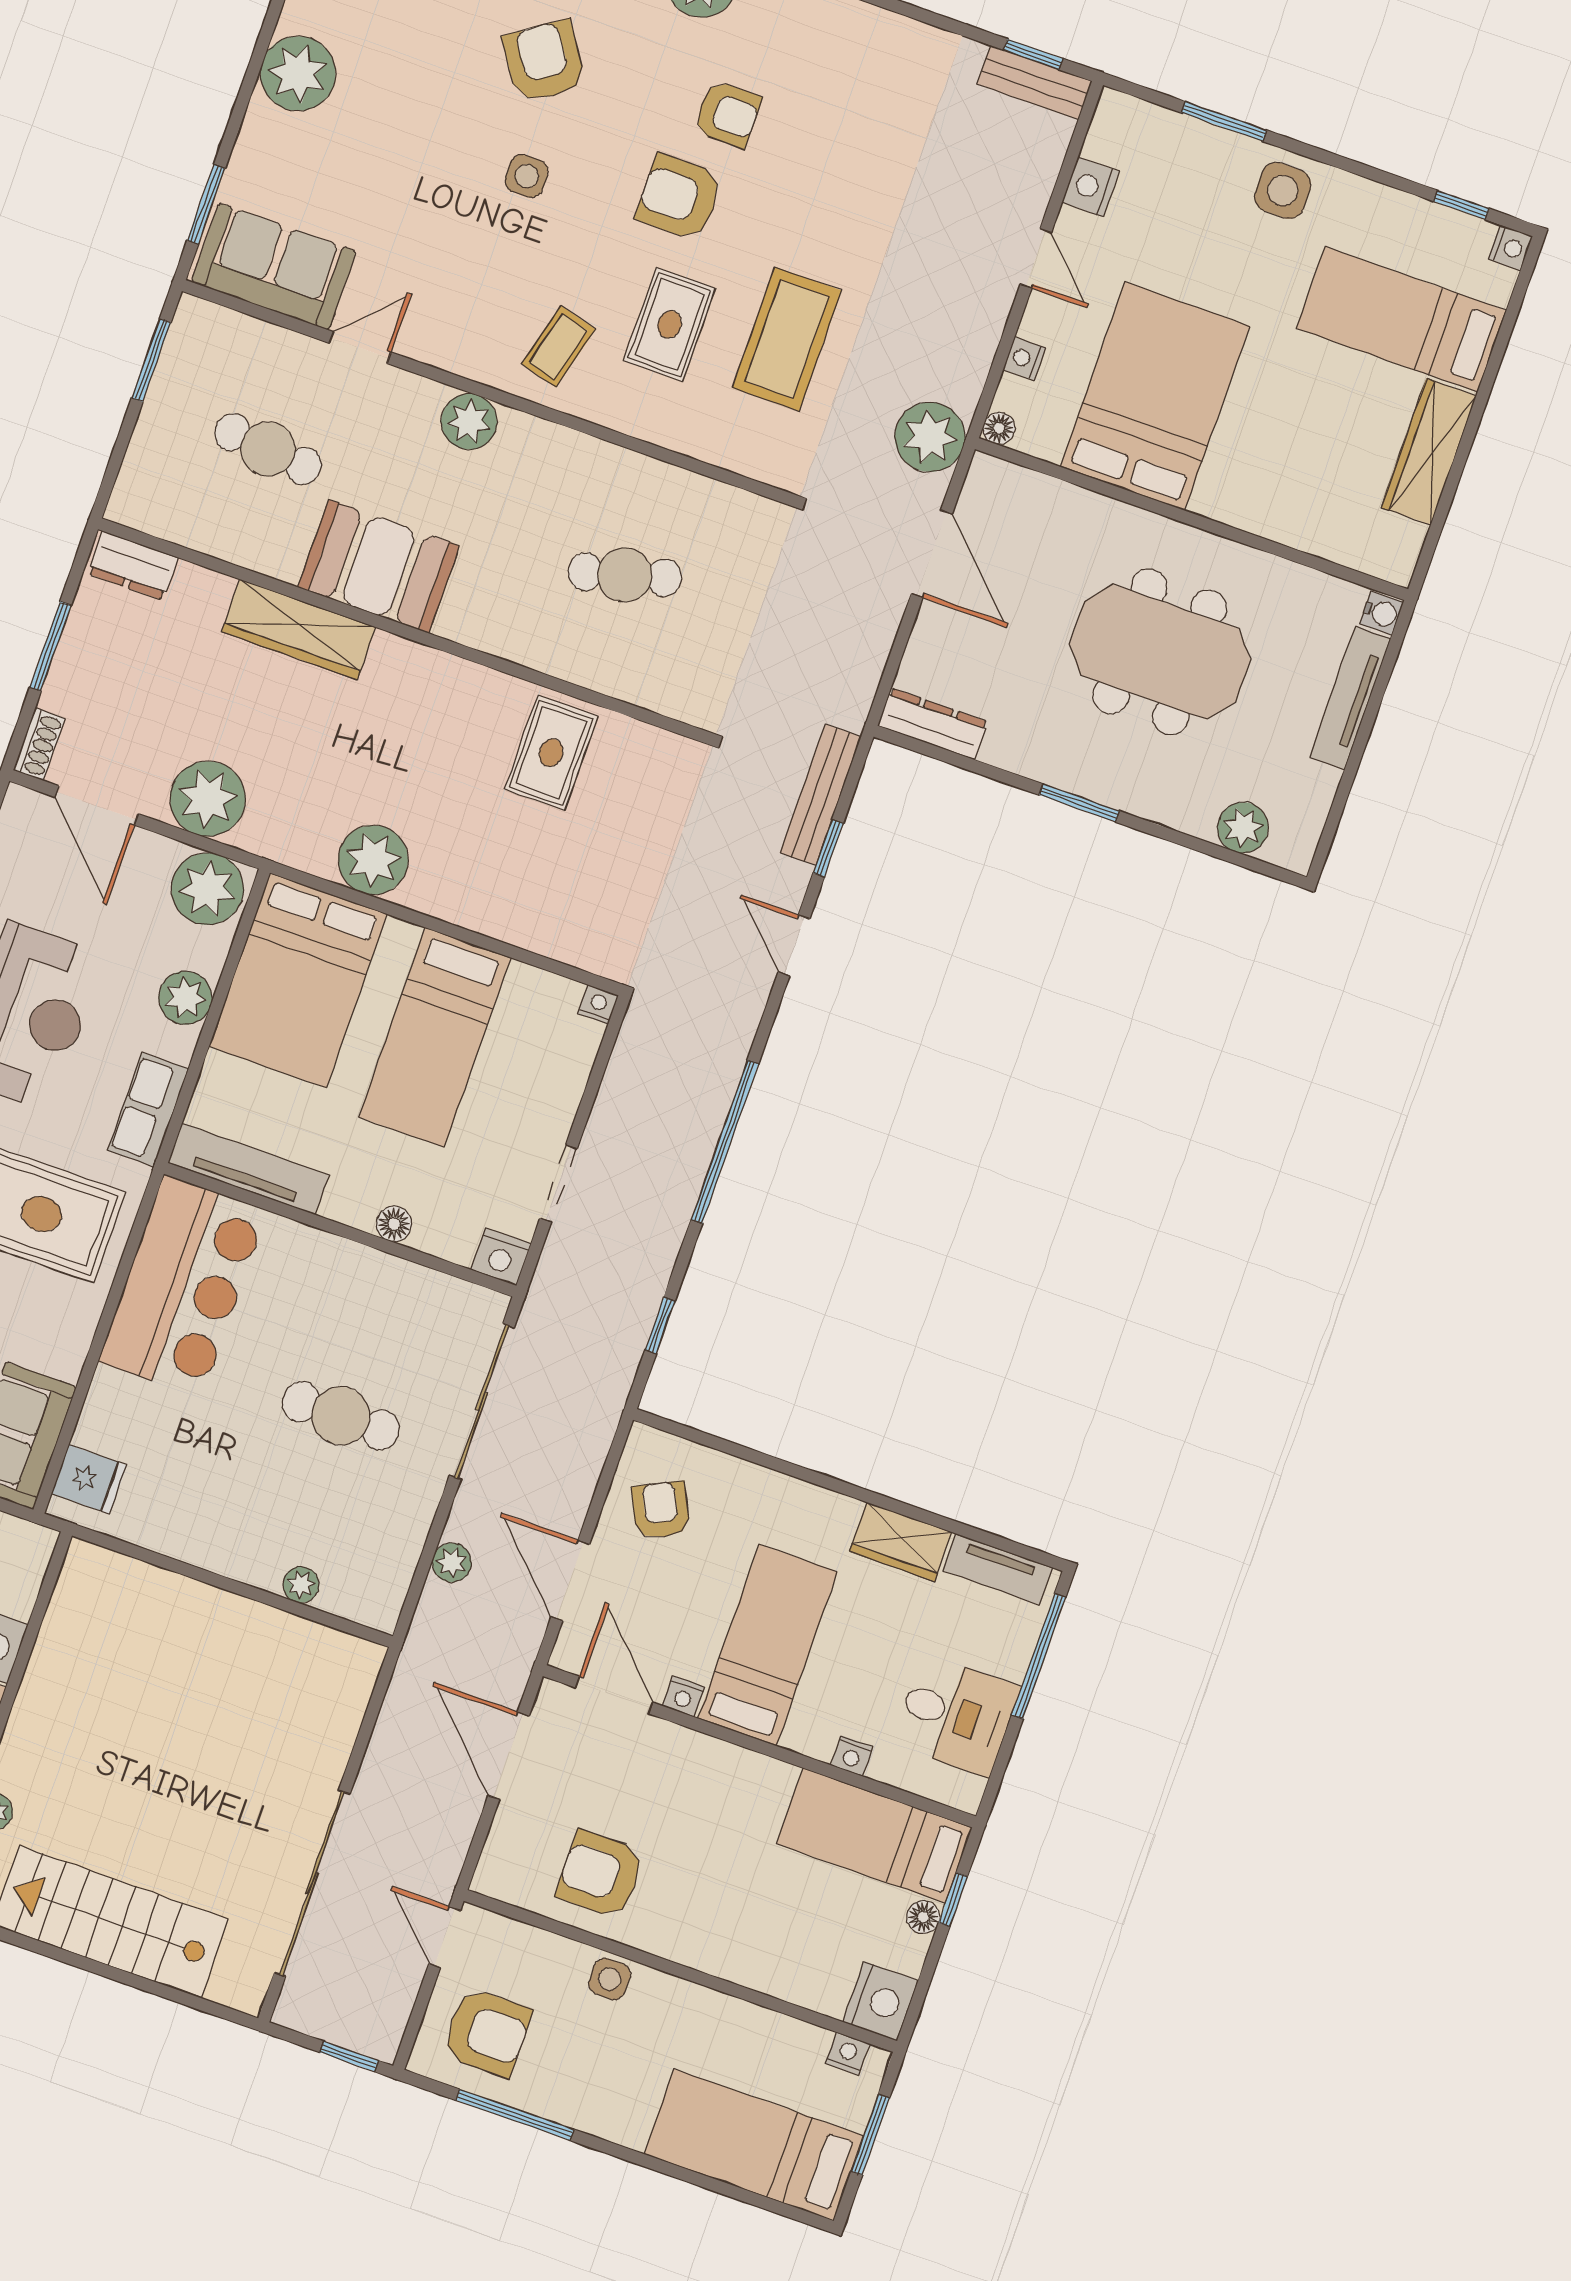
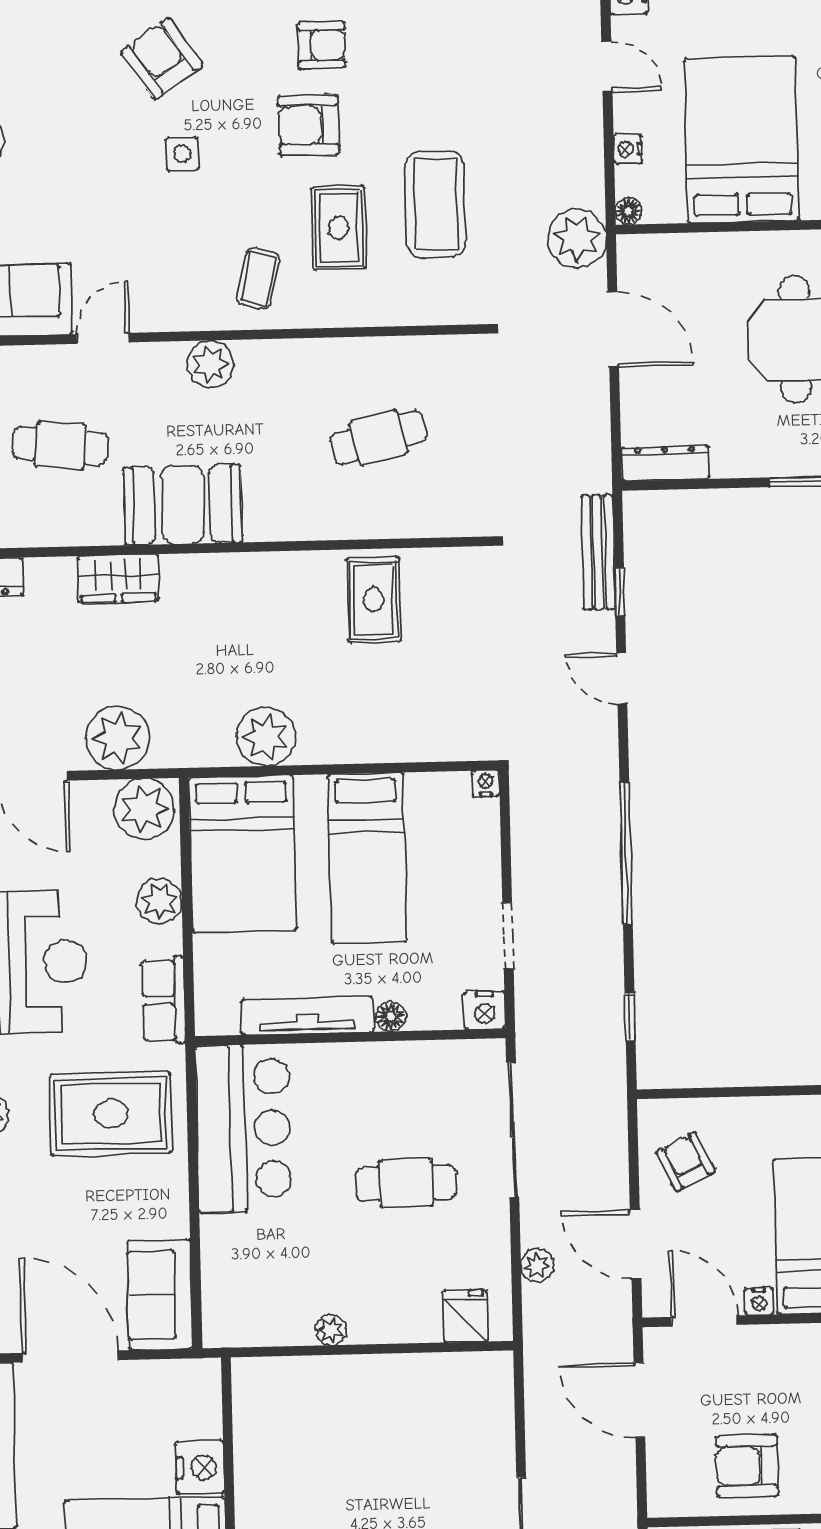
wardrobe: (299, 629) -> (118, 578), width x0.67
tv unit: (248, 1169) -> (307, 1016), moved
fridge: (89, 1479) -> (465, 1316), moved, turned -90
plant: (301, 1585) -> (331, 1330), moved

